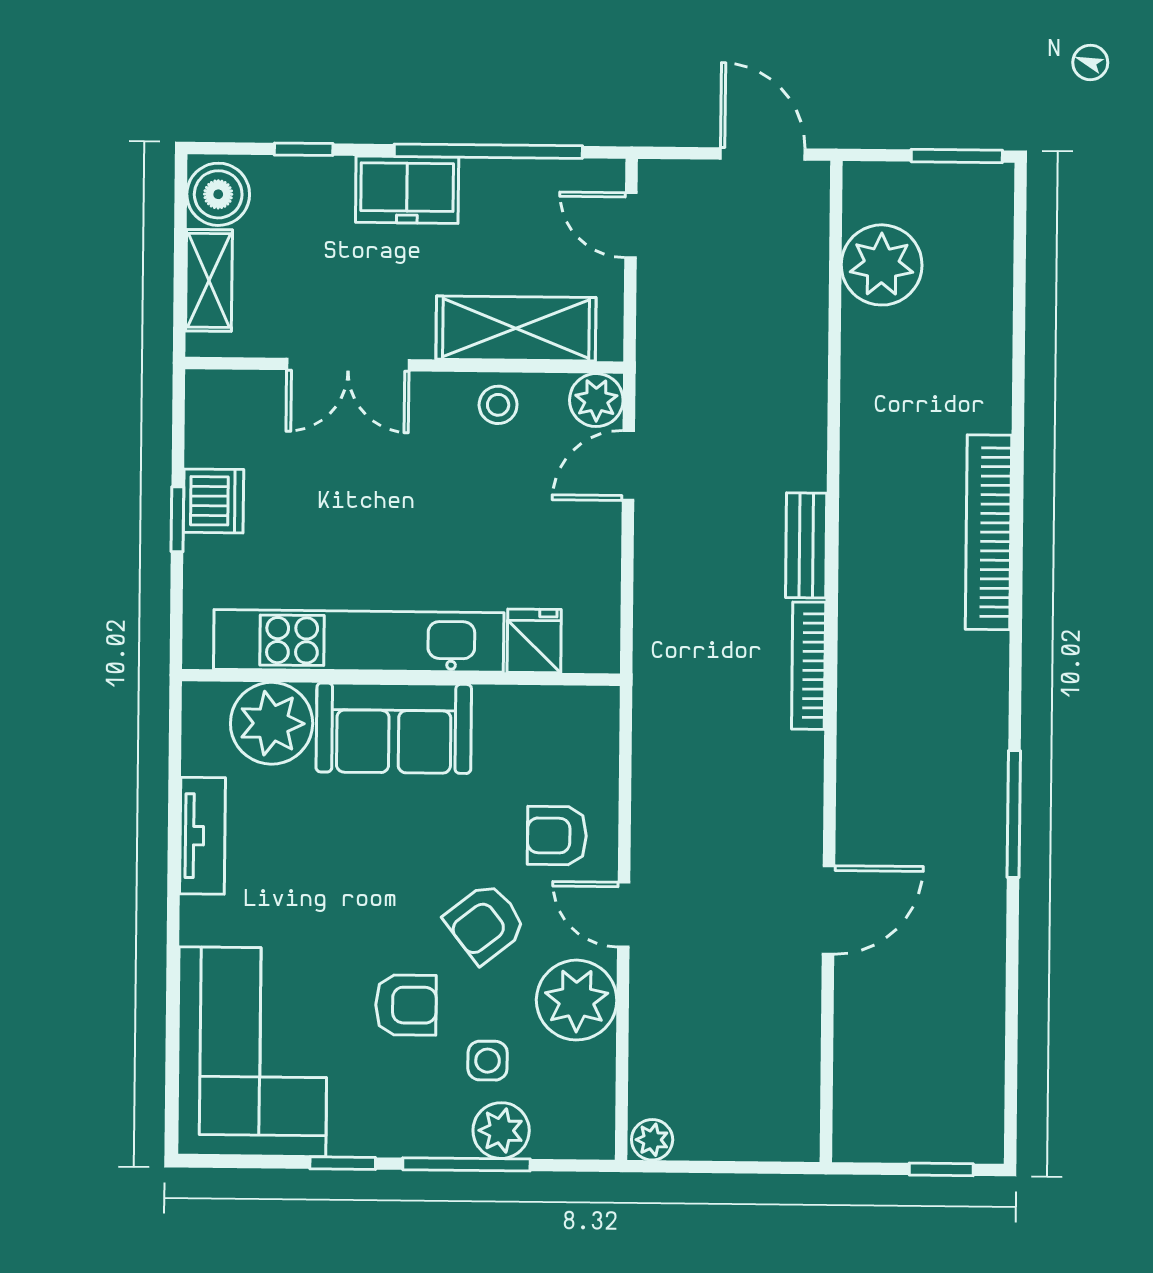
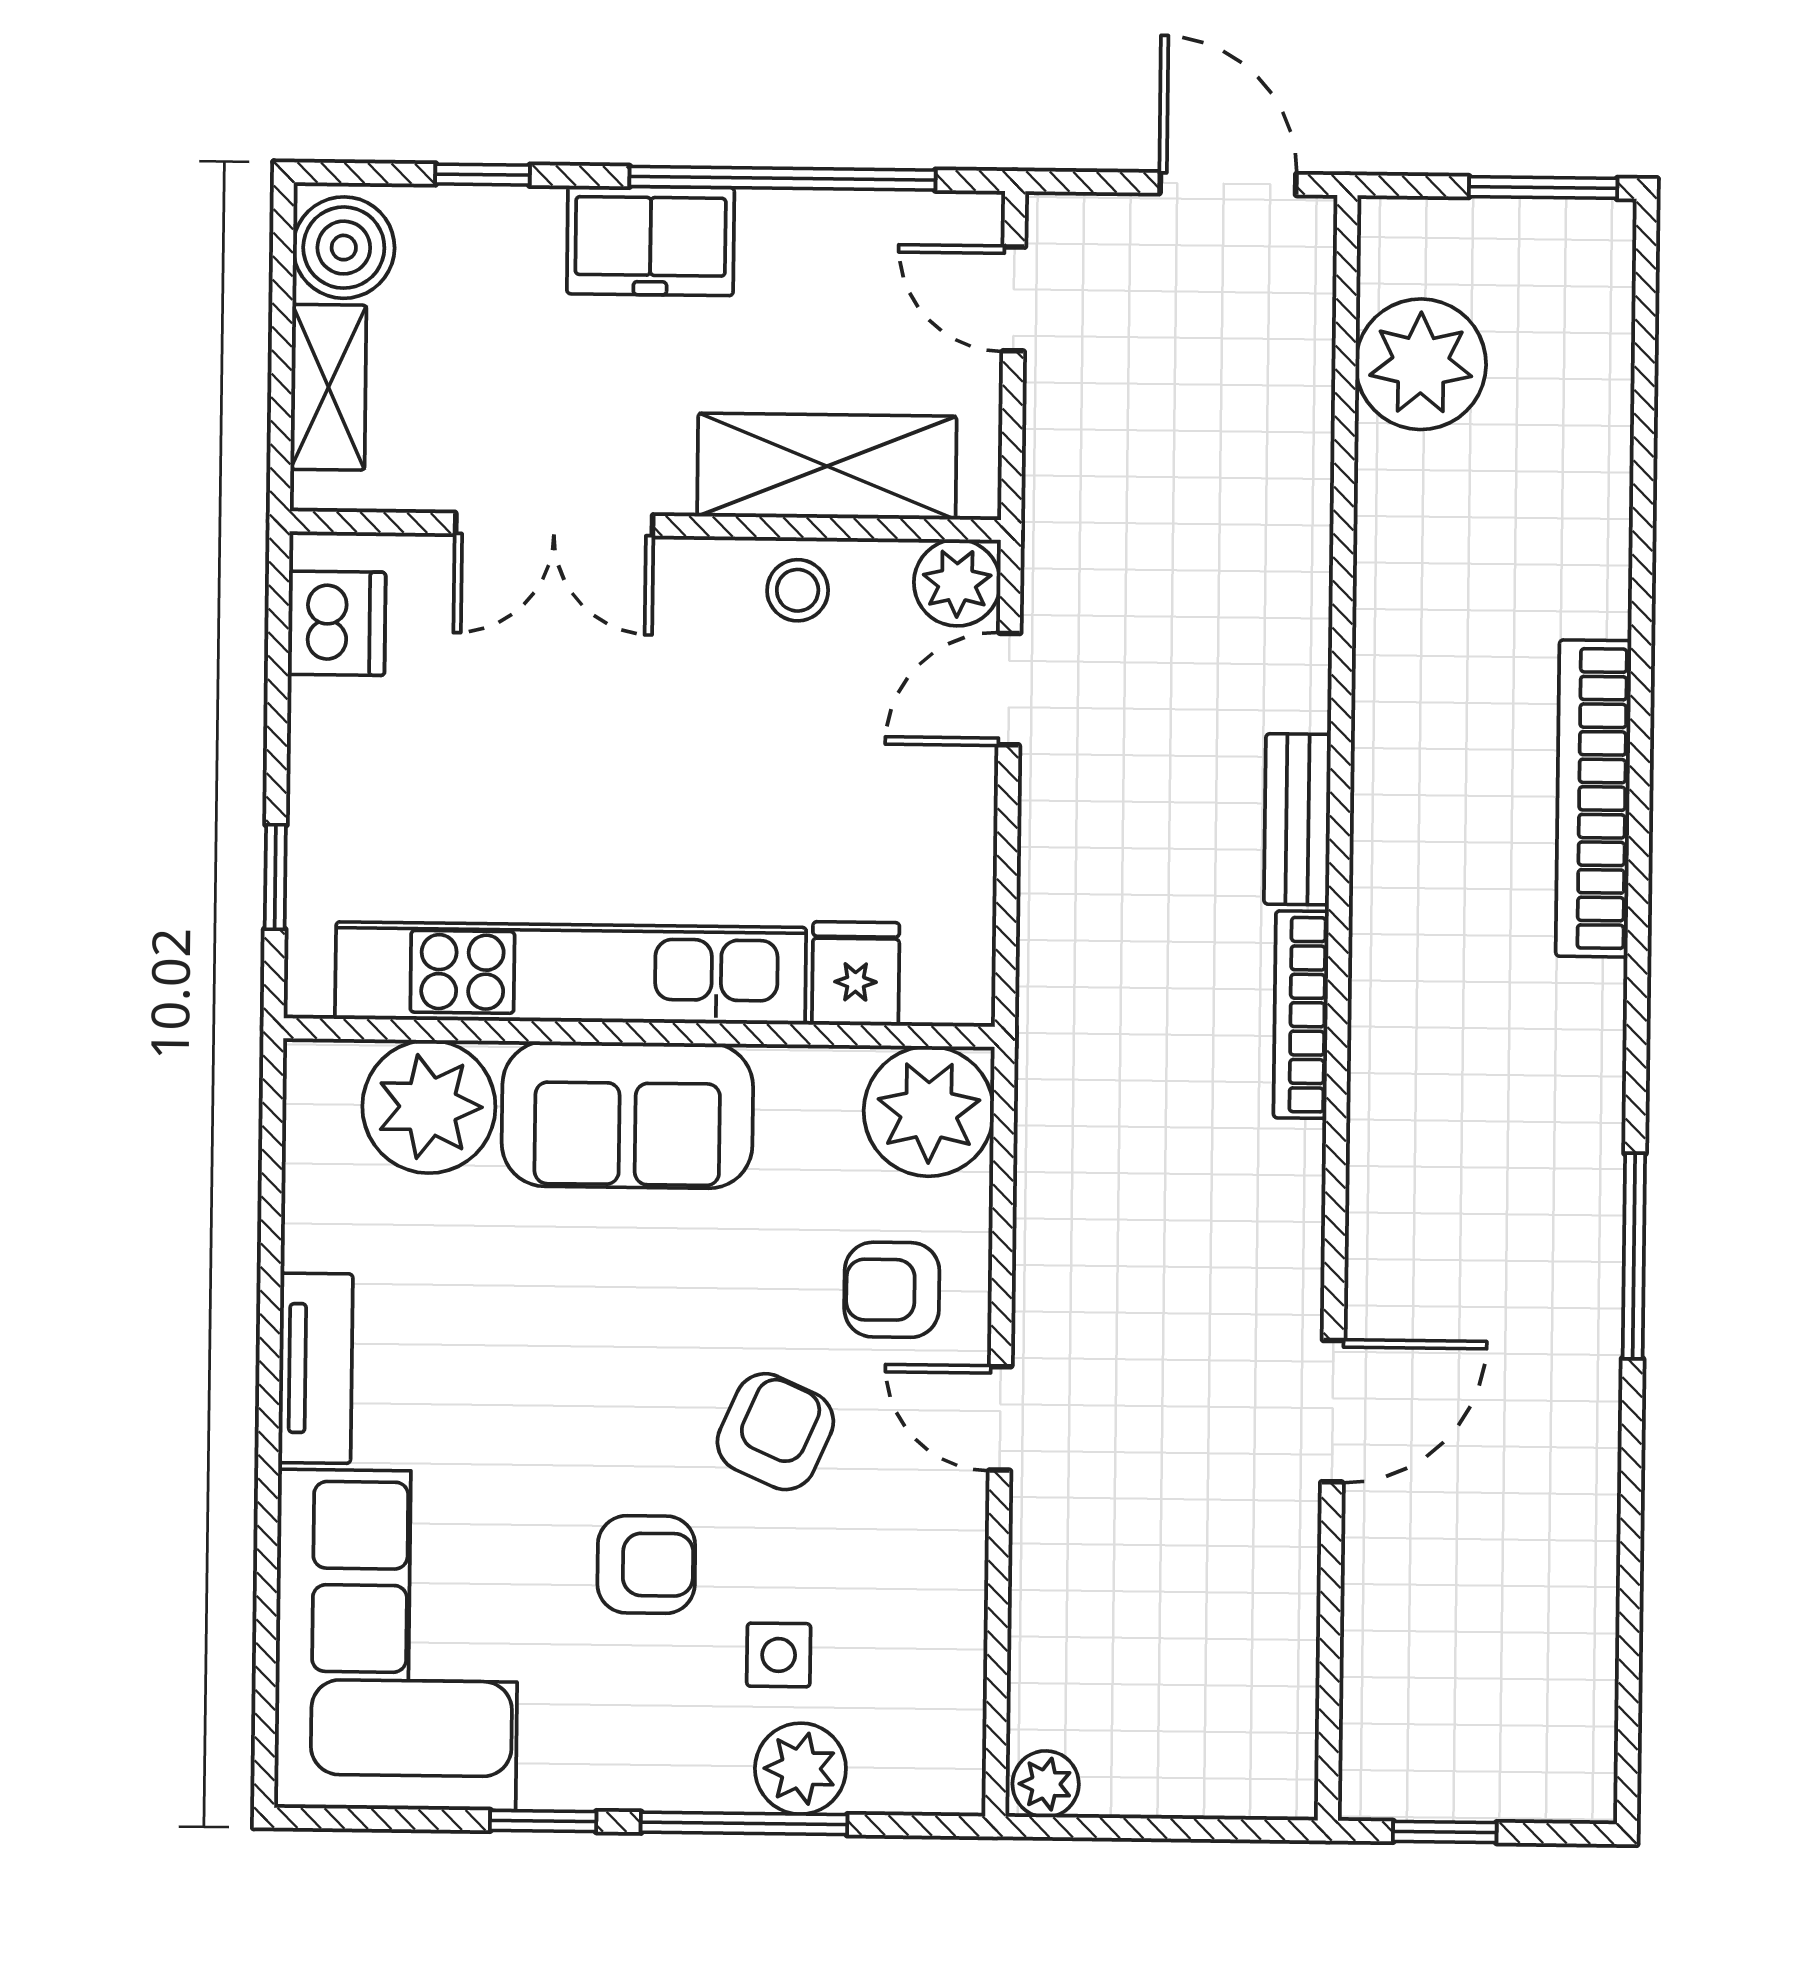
dishwasher: (213, 501) -> (337, 623), moved
window: (177, 519) -> (275, 877), moved
tv unit: (202, 836) -> (315, 1368), moved
armchair: (485, 923) -> (775, 1432), turned 152
plant: (577, 1000) -> (929, 1111), moved
window: (941, 1169) -> (1445, 1832), moved

